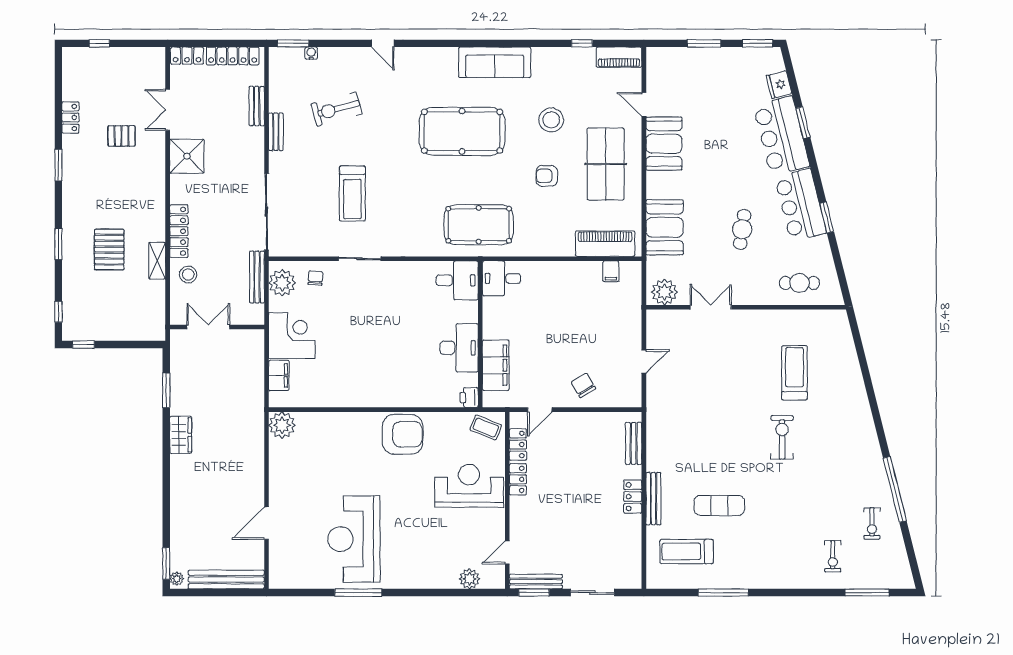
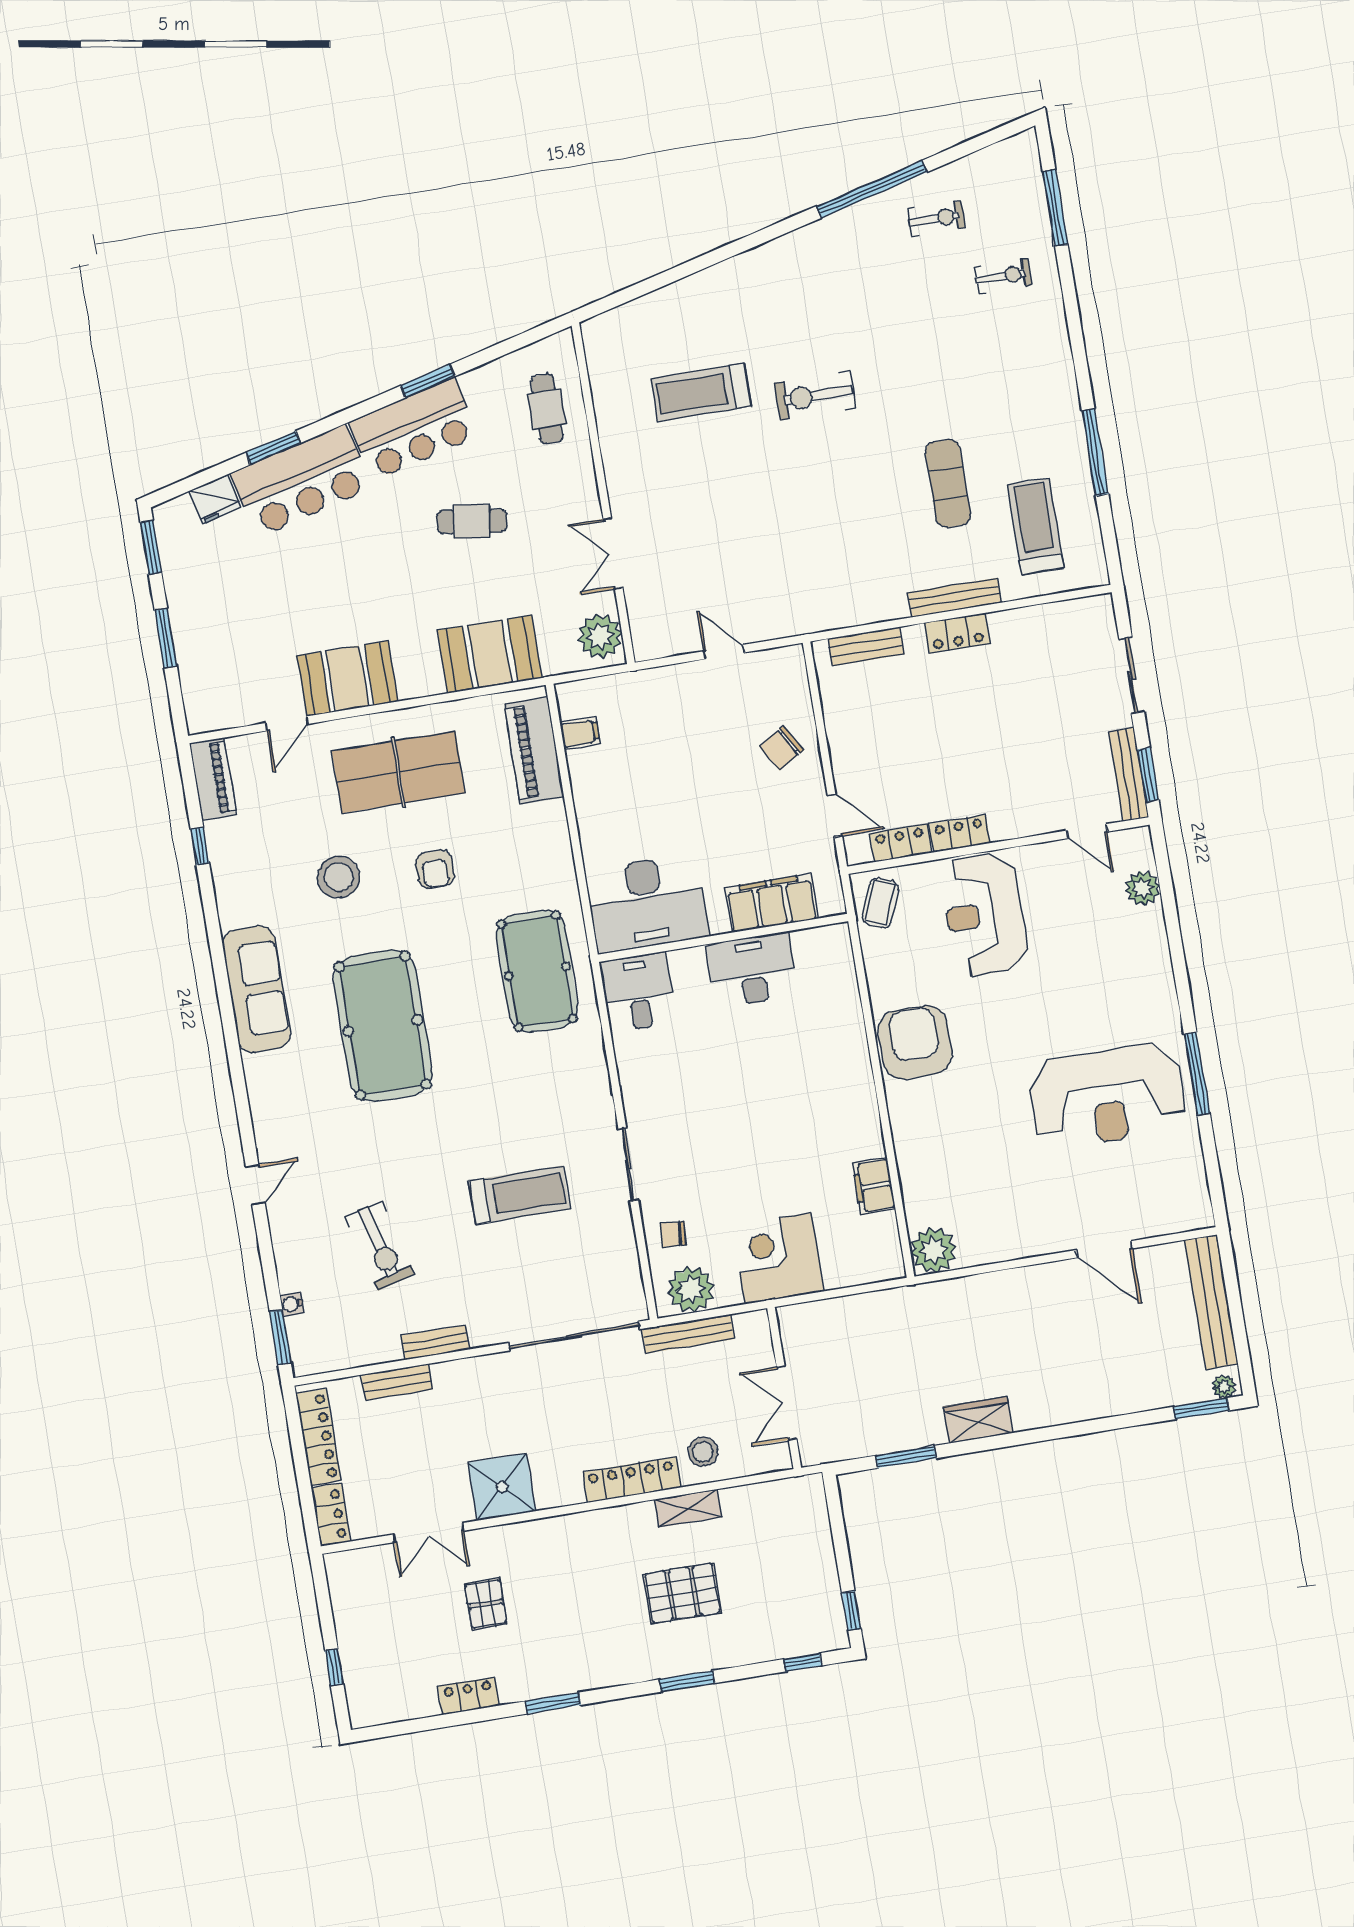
desk: (501, 278) -> (647, 903), width x1.87, depth x1.30
filing cabinet: (279, 375) -> (874, 1186), moved, turned -90
printer: (469, 397) -> (834, 939), removed
treadmill: (687, 551) -> (1035, 526), turned 180

